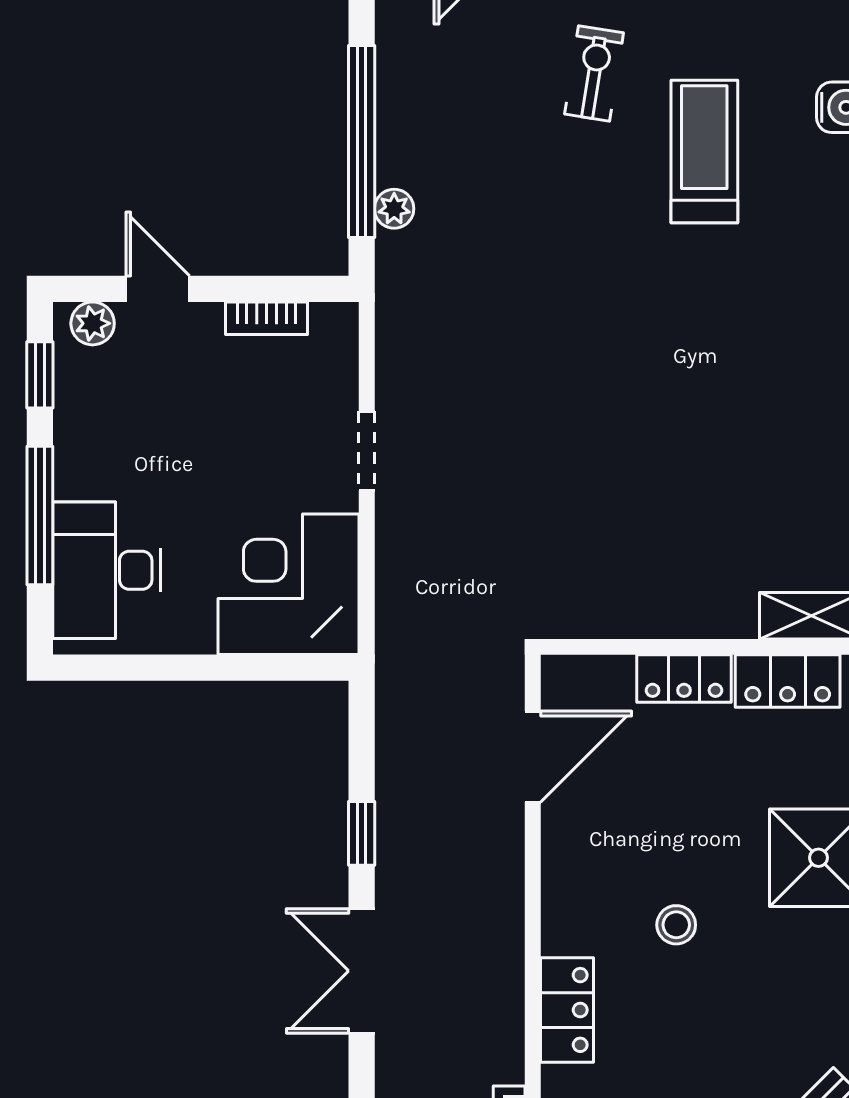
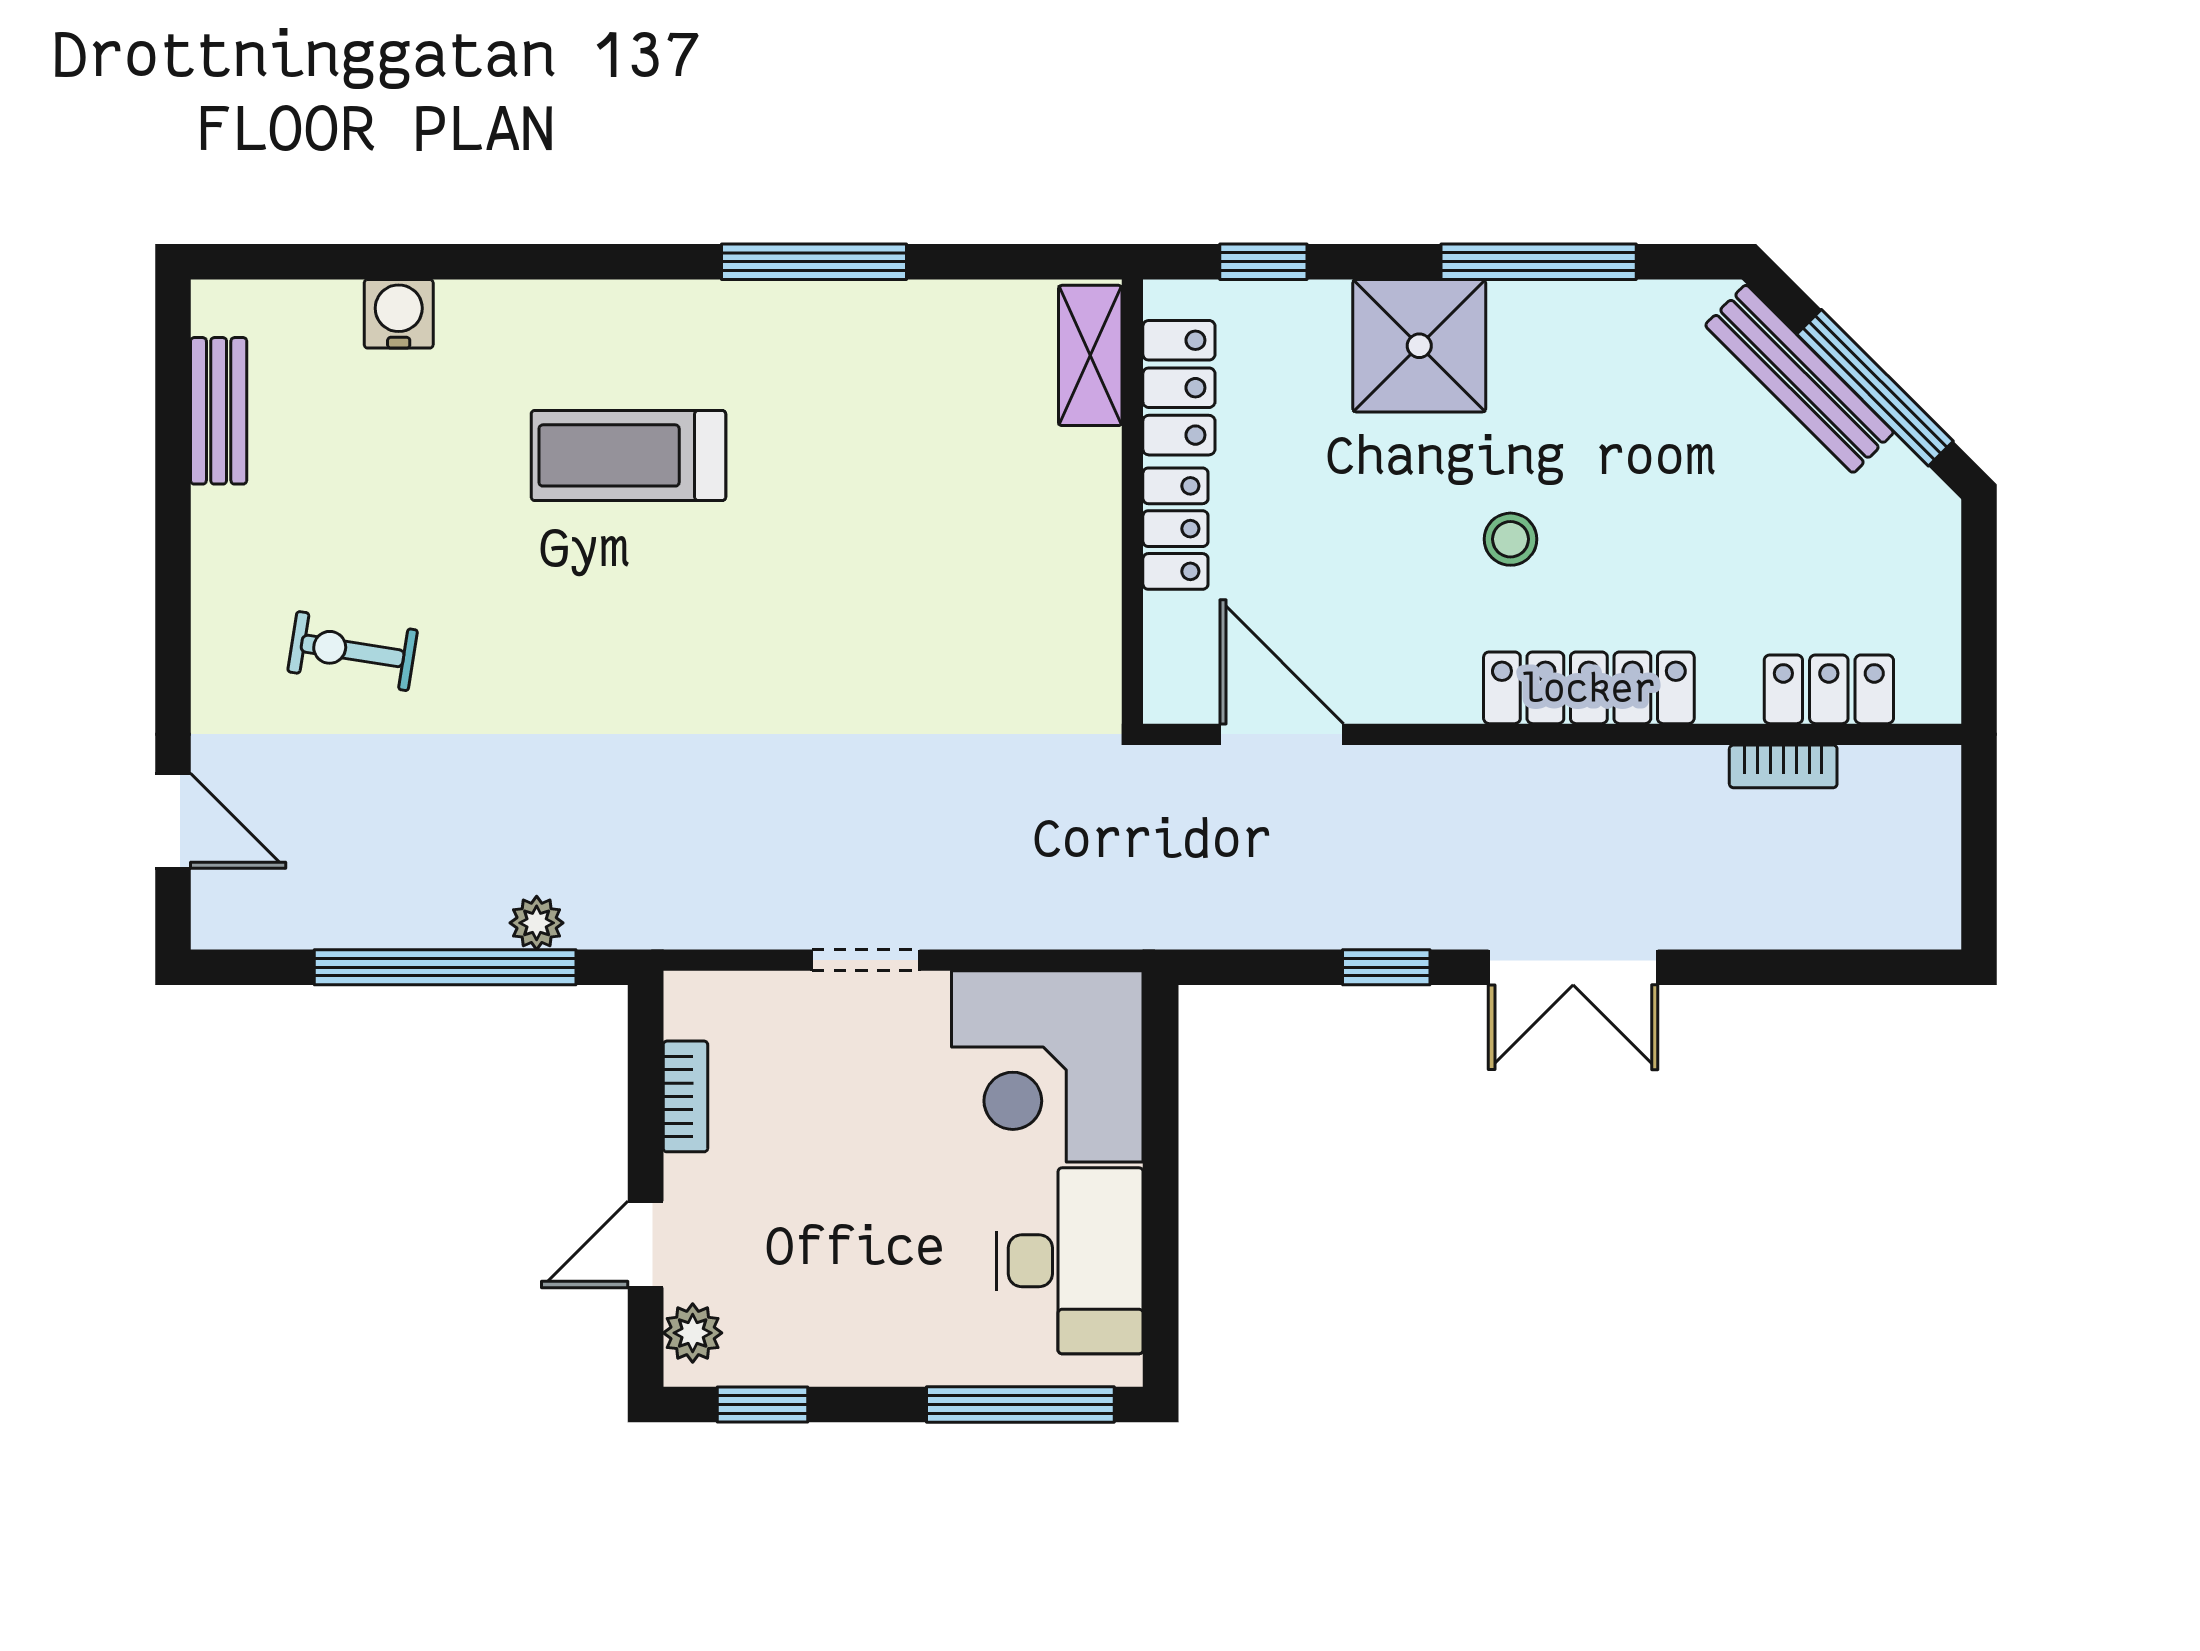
treadmill: (704, 151) -> (628, 455), moved
window: (40, 516) -> (1020, 1405), moved
desk: (107, 570) -> (1070, 1261), moved, turned -90
locker: (567, 1010) -> (1589, 688), width x1.53

